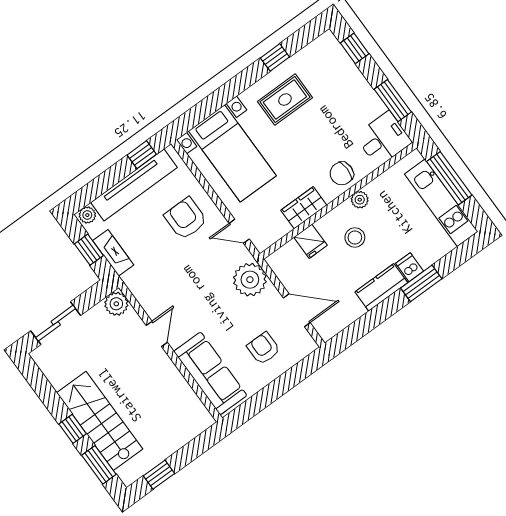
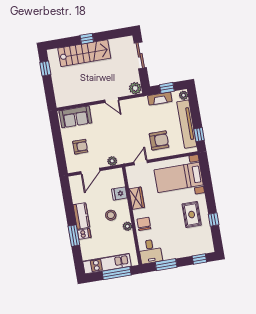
plant: (250, 280) -> (112, 161), width x0.53, depth x0.53
sofa: (210, 373) -> (75, 117), width x0.73
window: (99, 465) -> (64, 43), removed

